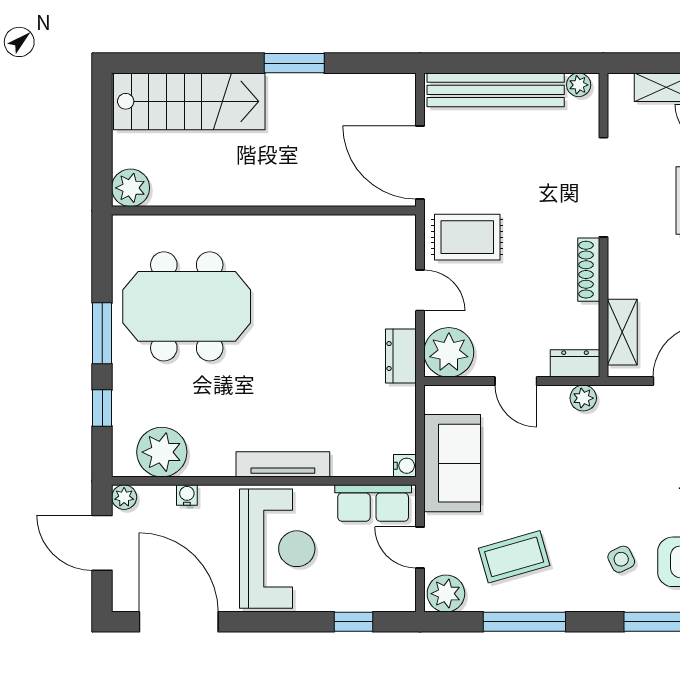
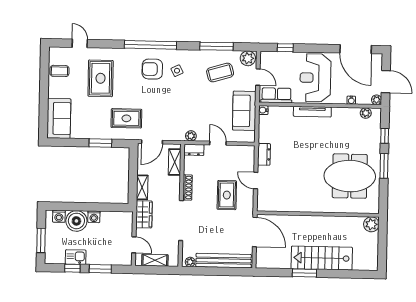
stairs: (189, 101) -> (322, 258), moved
rug: (467, 237) -> (227, 195), moved, turned 90
plant: (449, 352) -> (245, 155), removed
plant: (162, 452) -> (366, 113), width x0.53, depth x0.53

